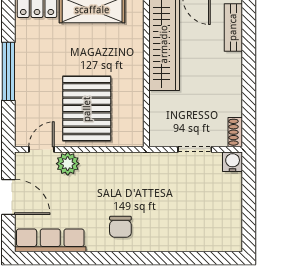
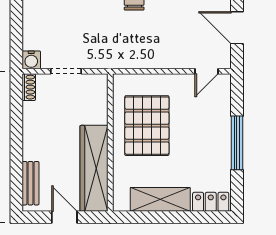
pallet: (87, 109) -> (147, 126), moved
plant: (68, 164) -> (183, 58), removed

